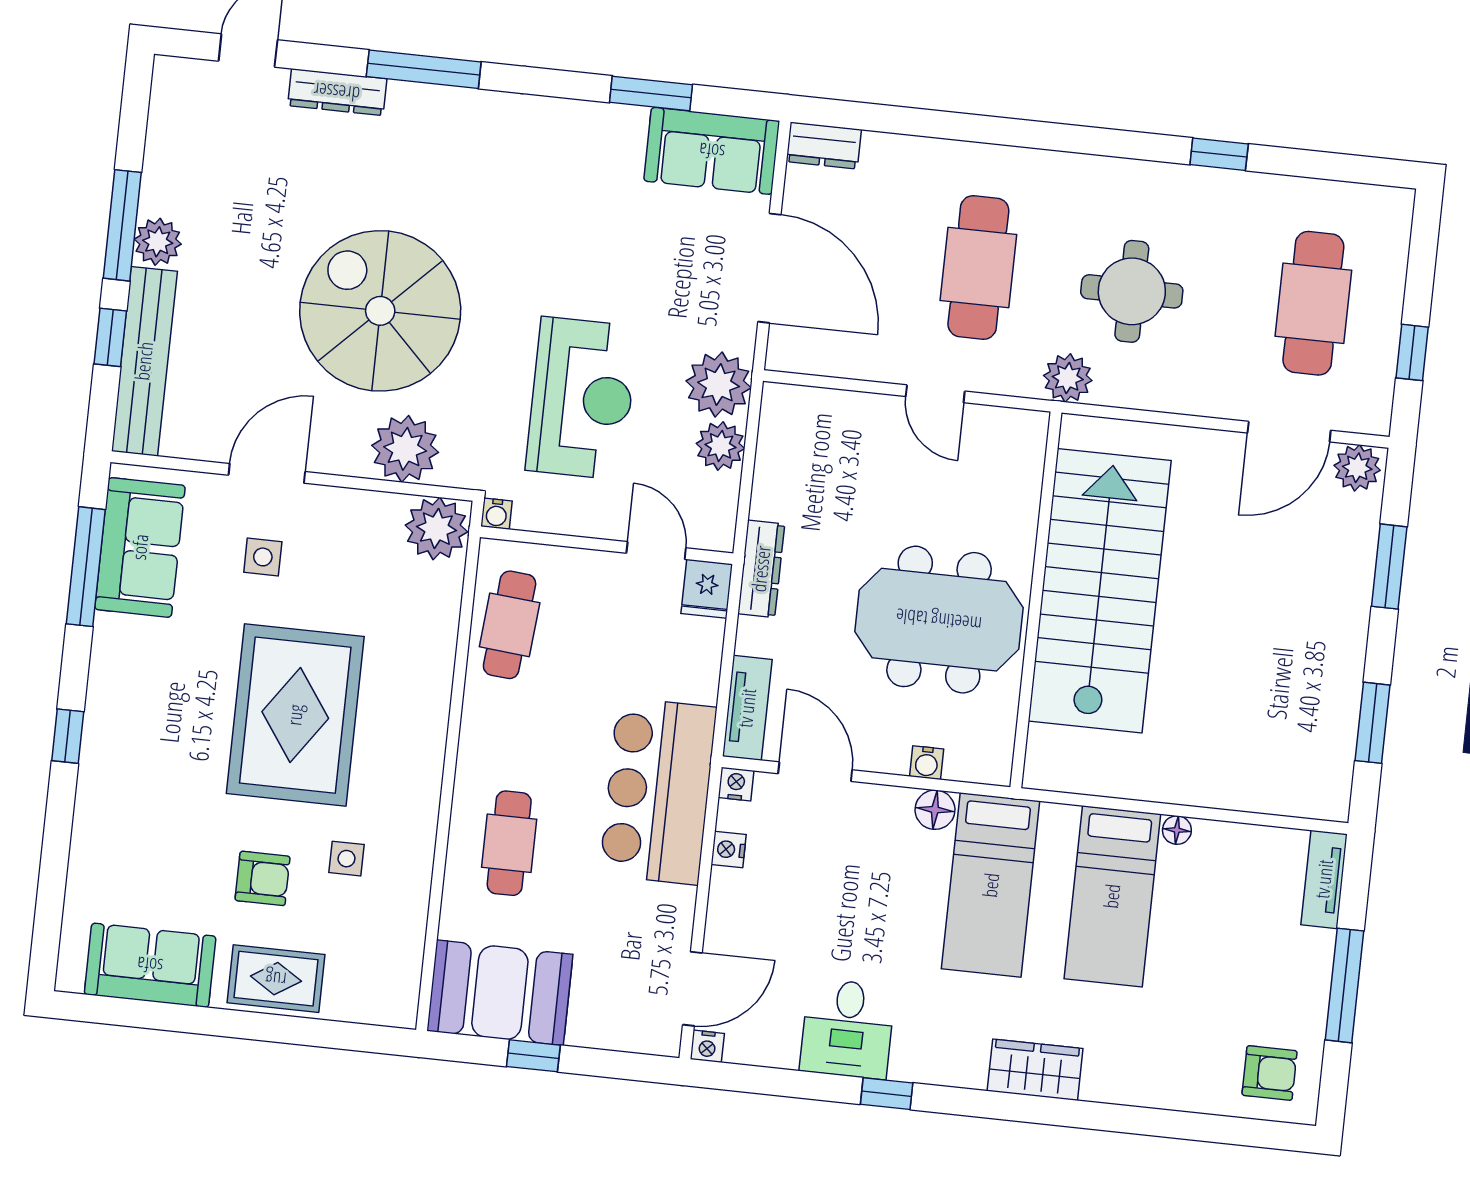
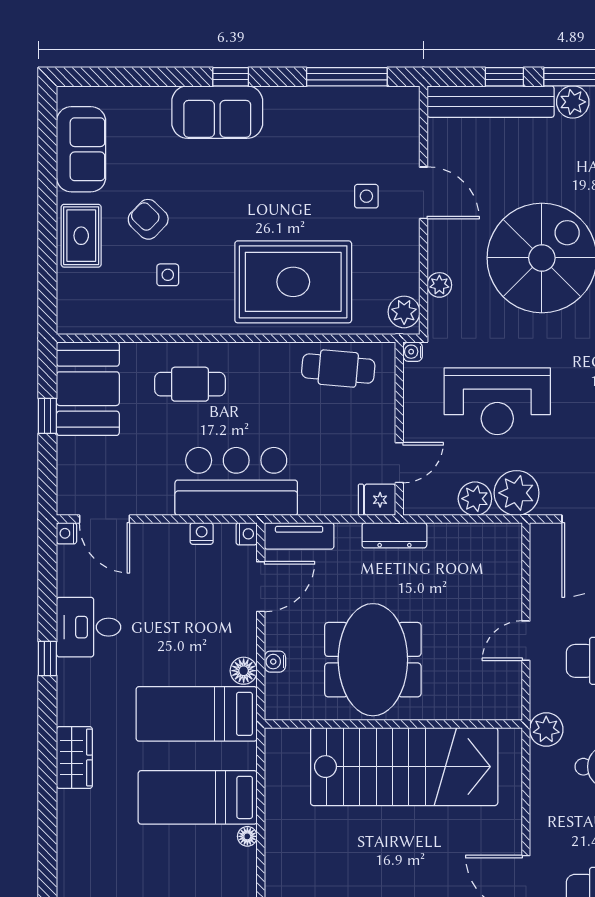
plant: (405, 449) -> (439, 285), width x0.53, depth x0.53
plant: (436, 529) -> (404, 312), width x0.73, depth x0.73
sofa: (140, 547) -> (217, 112), moved
rug: (295, 715) -> (293, 282), moved
armchair: (263, 878) -> (148, 219), turned 134

